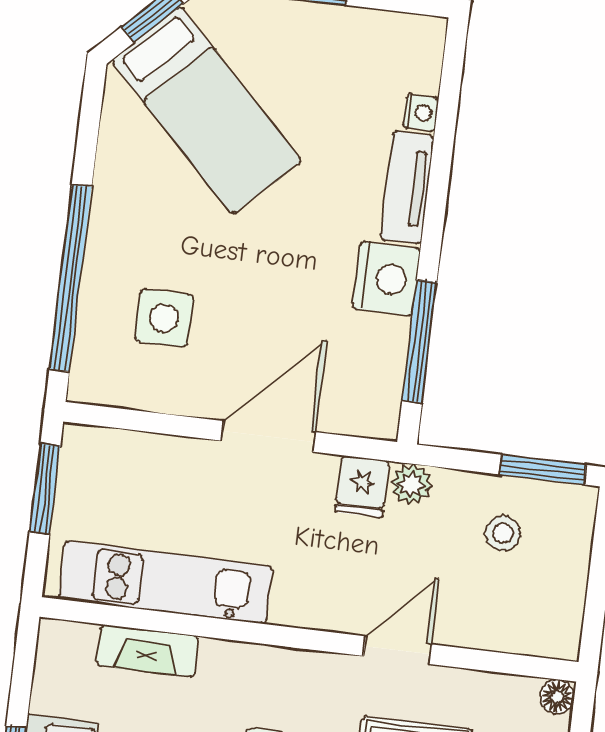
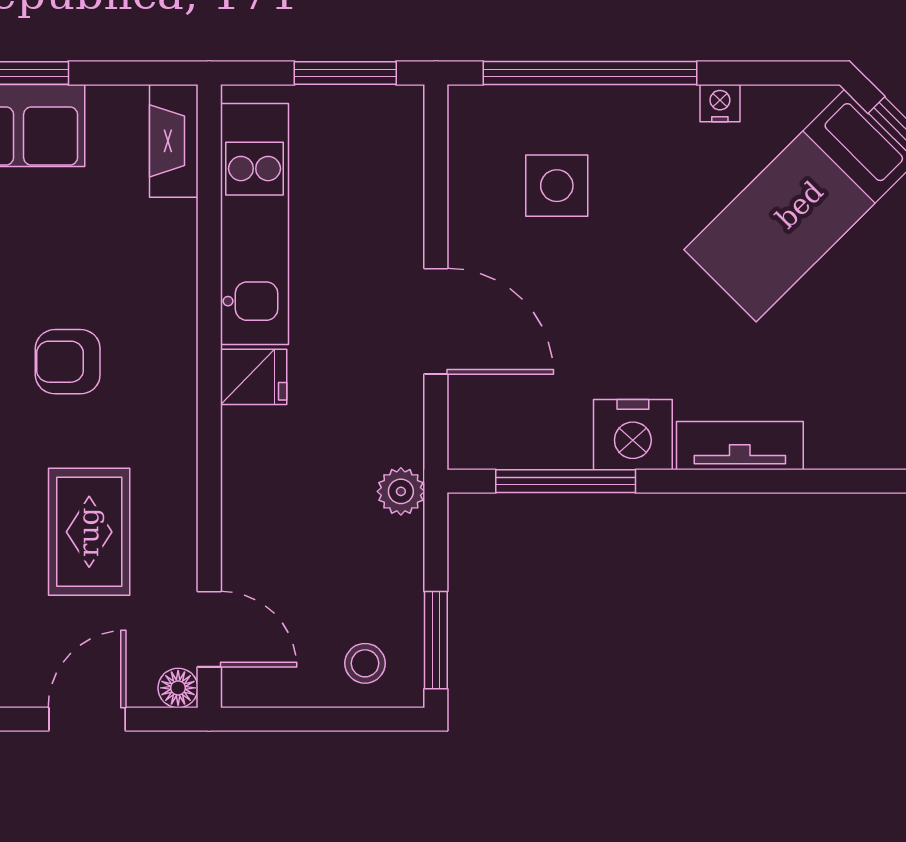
nightstand: (421, 113) -> (720, 103), moved, turned 180
fridge: (362, 487) -> (254, 377), moved, turned 180
stool: (503, 533) -> (365, 663), moved
door: (397, 650) -> (209, 629), moved
fireplace: (148, 651) -> (174, 141), moved

